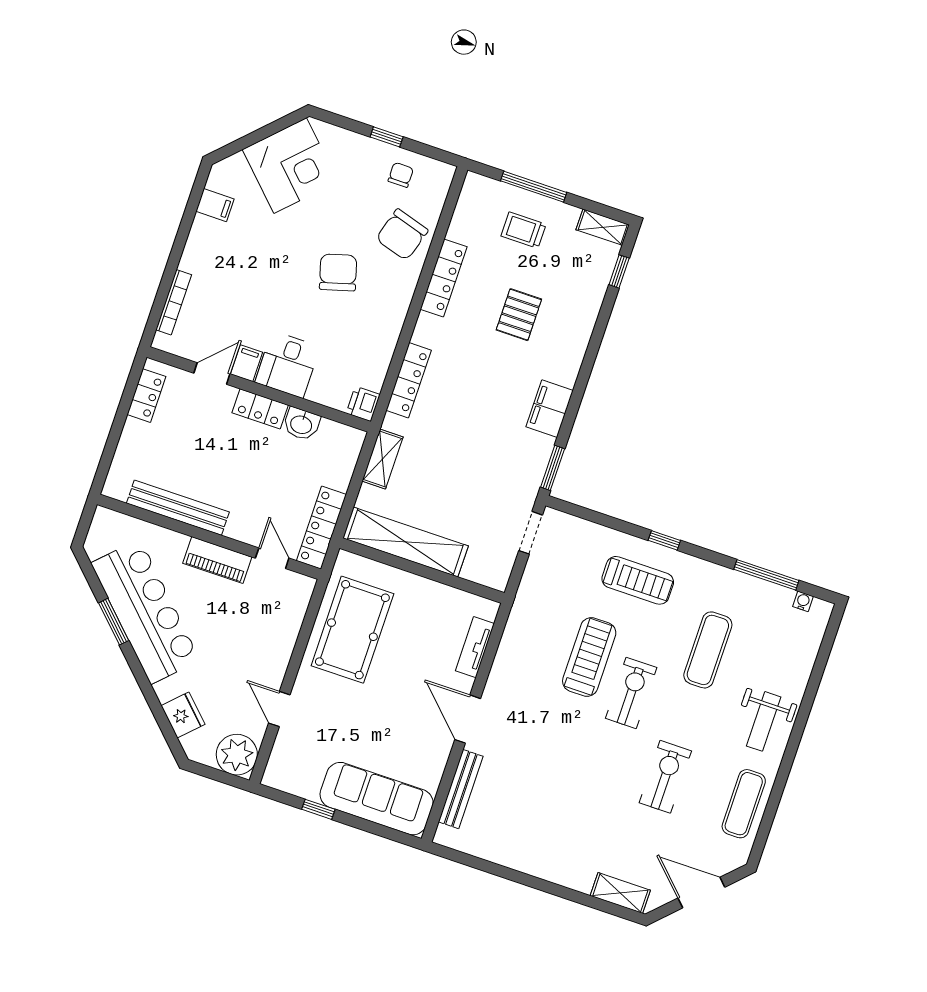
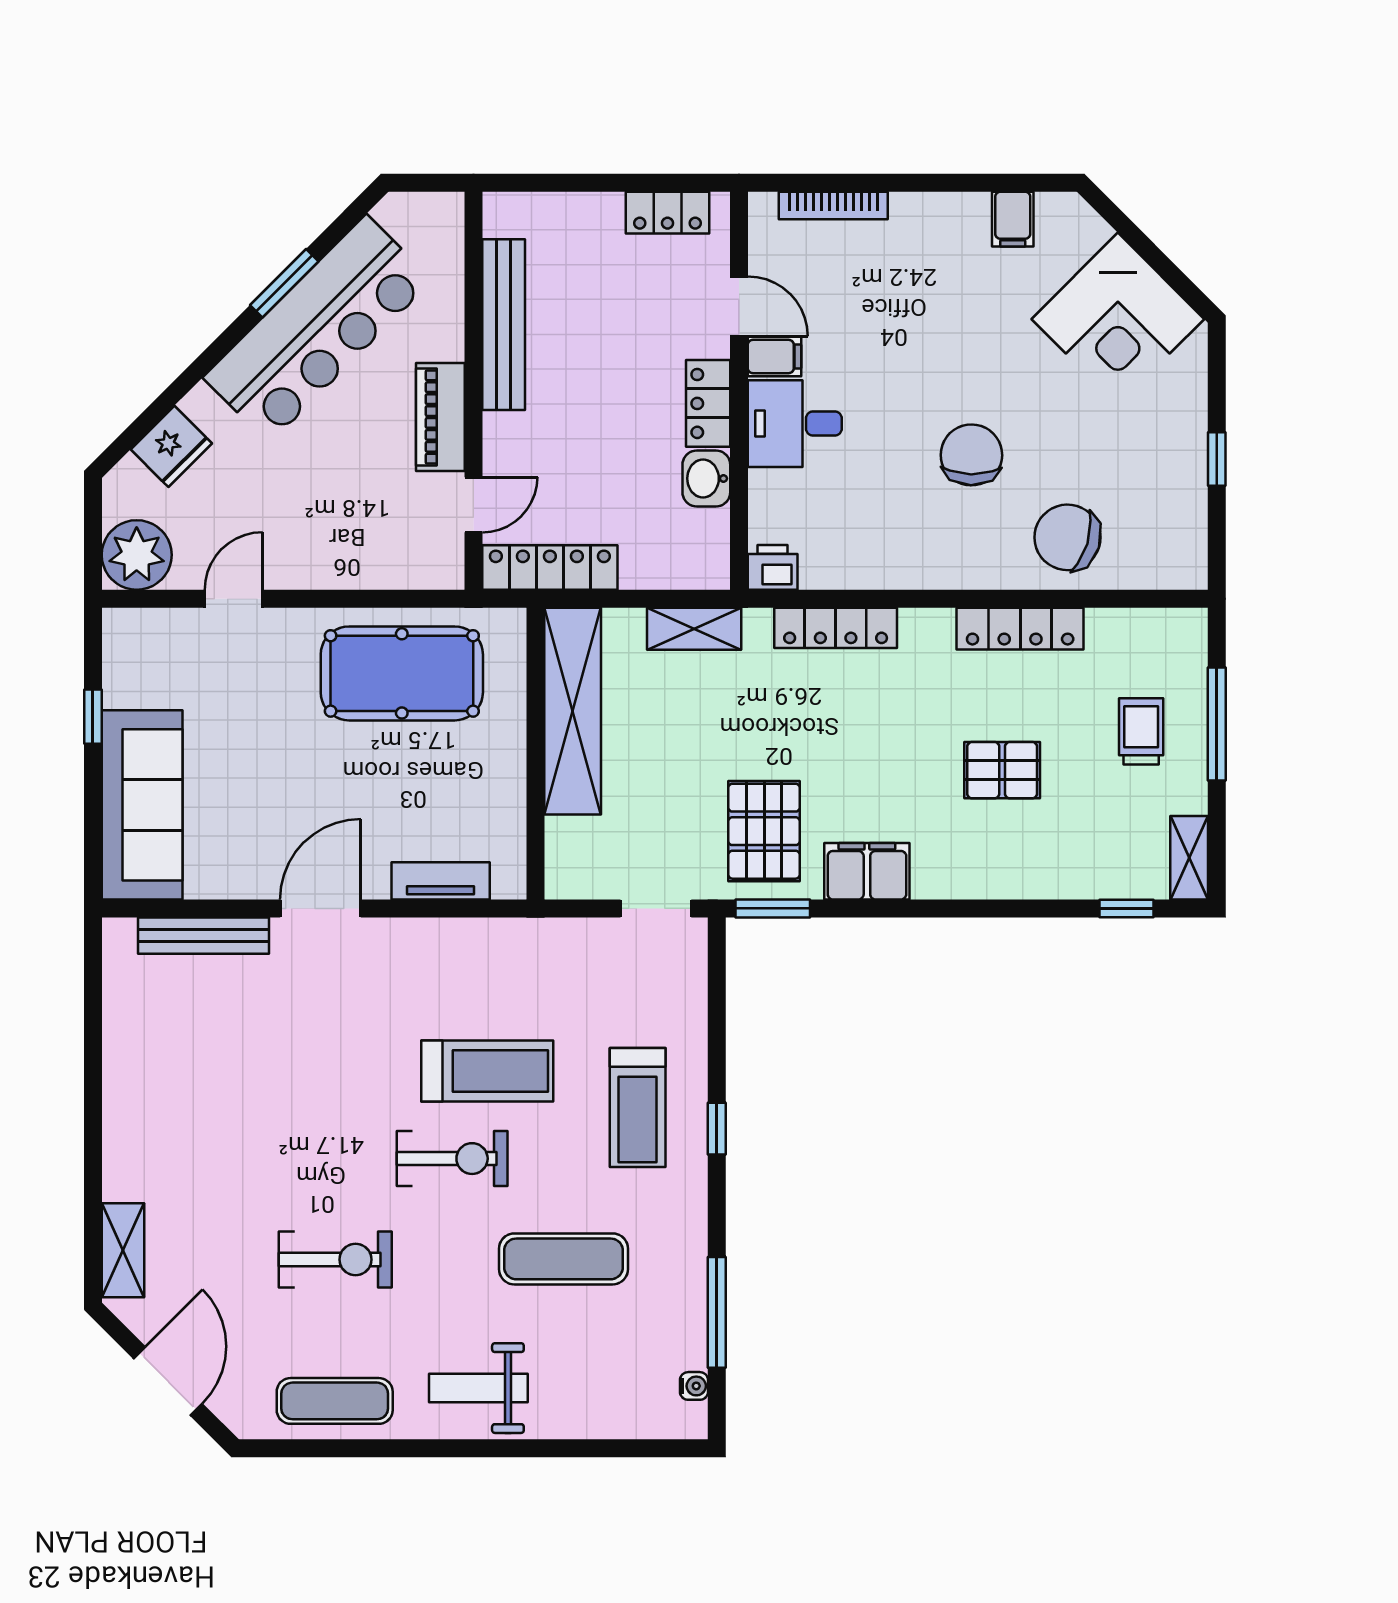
chair: (401, 175) -> (1163, 503), removed
chair: (338, 272) -> (971, 455), turned -73
pallet: (508, 458) -> (764, 831), added

